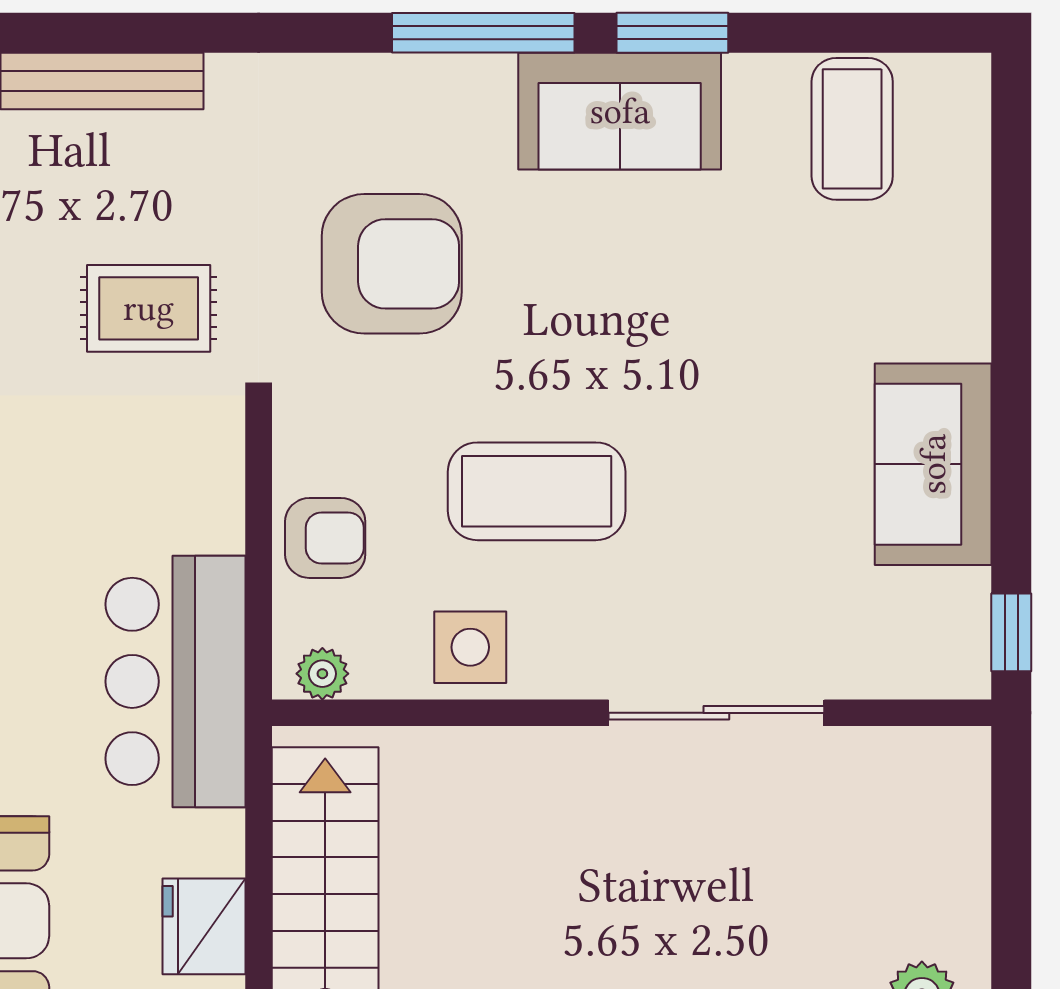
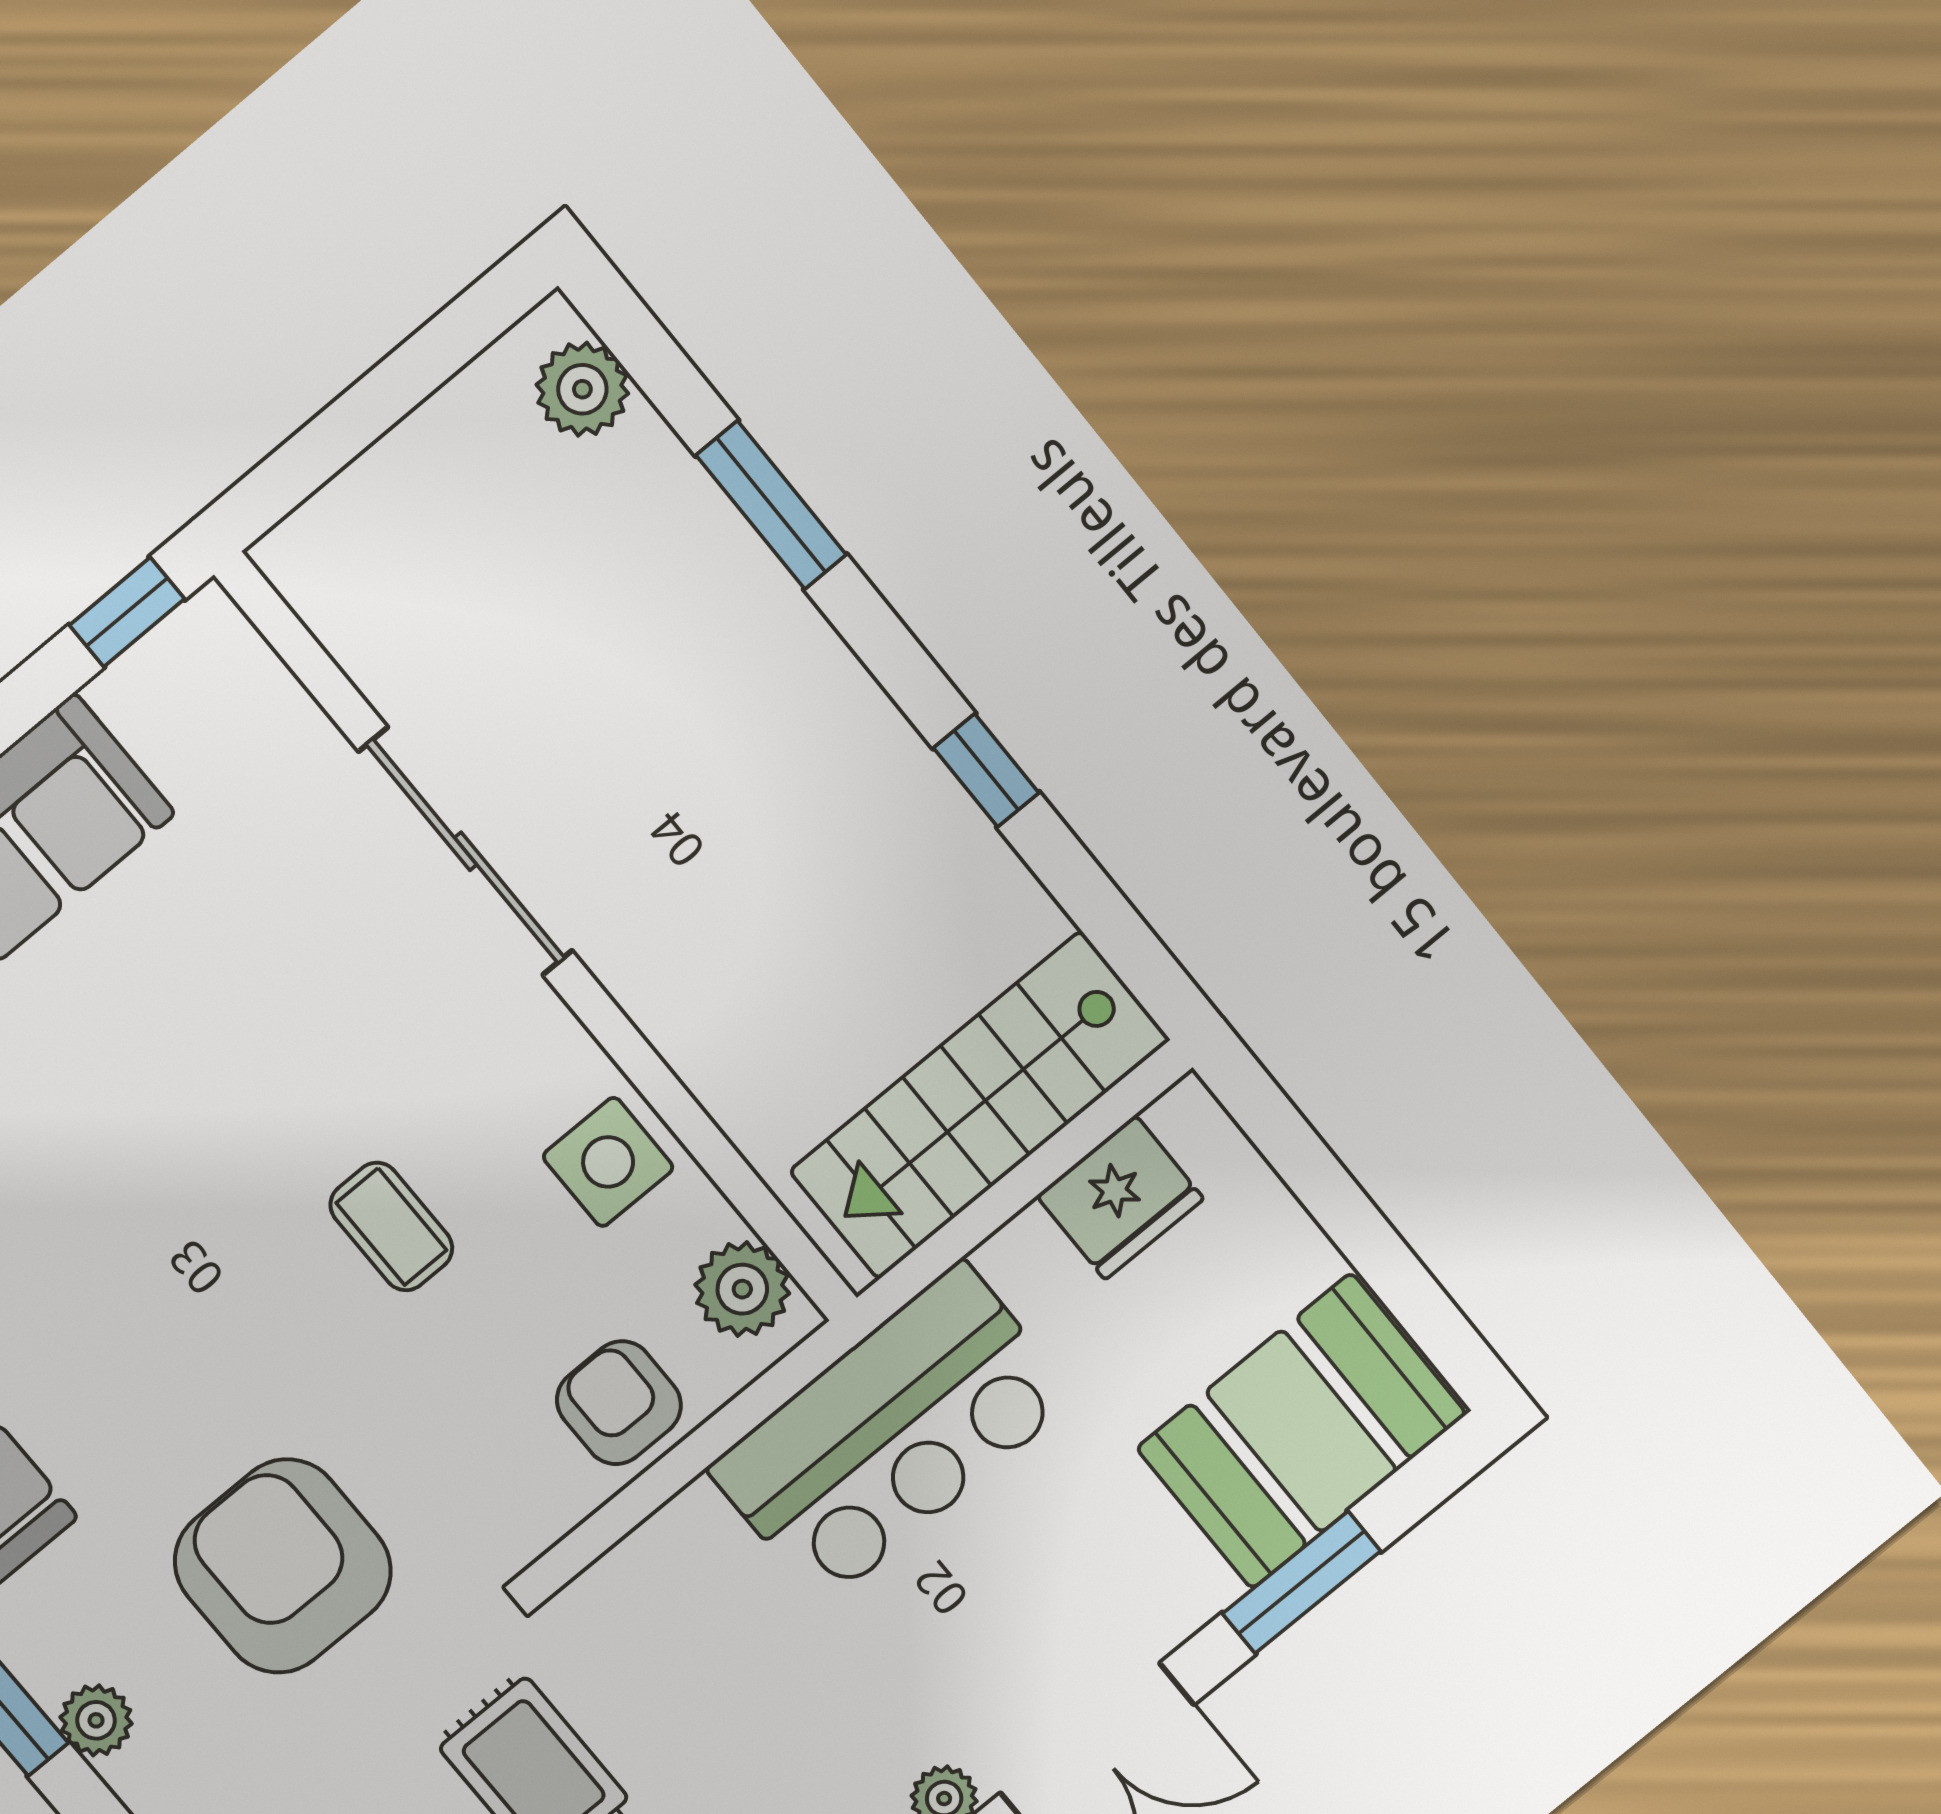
plant: (392, 80) -> (96, 1720), added
coffee table: (537, 491) -> (391, 1227), width x0.54, depth x0.58
plant: (322, 674) -> (742, 1289), width x1.38, depth x1.38

